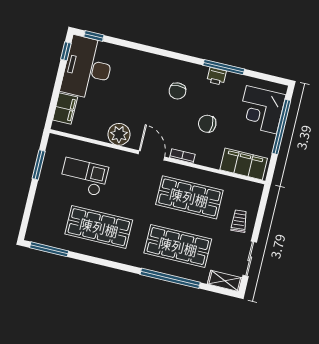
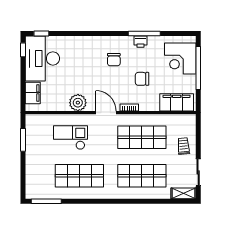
checkout: (84, 177) -> (70, 138), moved
window: (170, 278) -> (142, 201), removed

